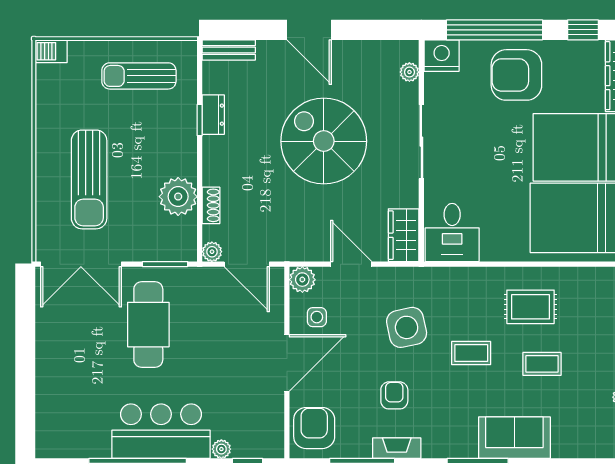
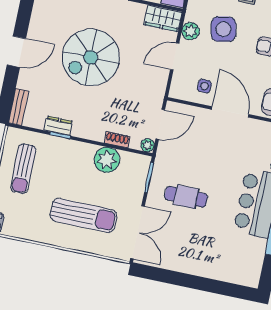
plant: (302, 280) -> (190, 31), moved
cafe table: (148, 325) -> (186, 197), width x0.73, depth x0.74

